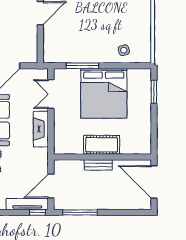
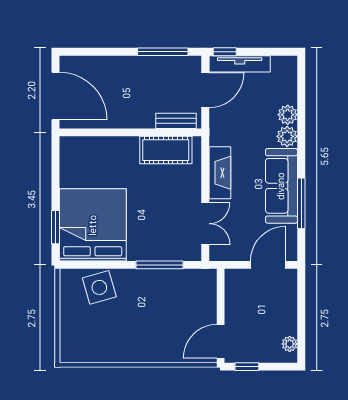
side table: (124, 50) -> (99, 287), width x1.87, depth x1.87
bed: (104, 93) -> (93, 225), moved
cot: (102, 145) -> (166, 150), moved
bench: (98, 165) -> (176, 121), moved

